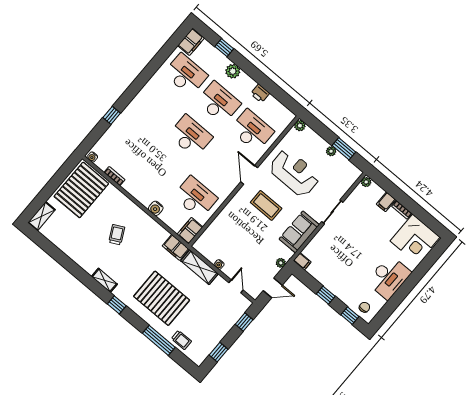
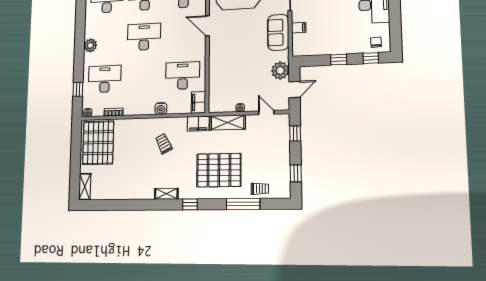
plant: (140, 101) -> (90, 45), added
window: (112, 115) -> (78, 89), moved
desk: (129, 141) -> (105, 79), added
coffee table: (266, 205) -> (238, 36), removed
trolley: (117, 235) -> (164, 144), moved
filing cabinet: (302, 261) -> (299, 28), moved
plant: (281, 263) -> (280, 71), width x1.88, depth x1.88

